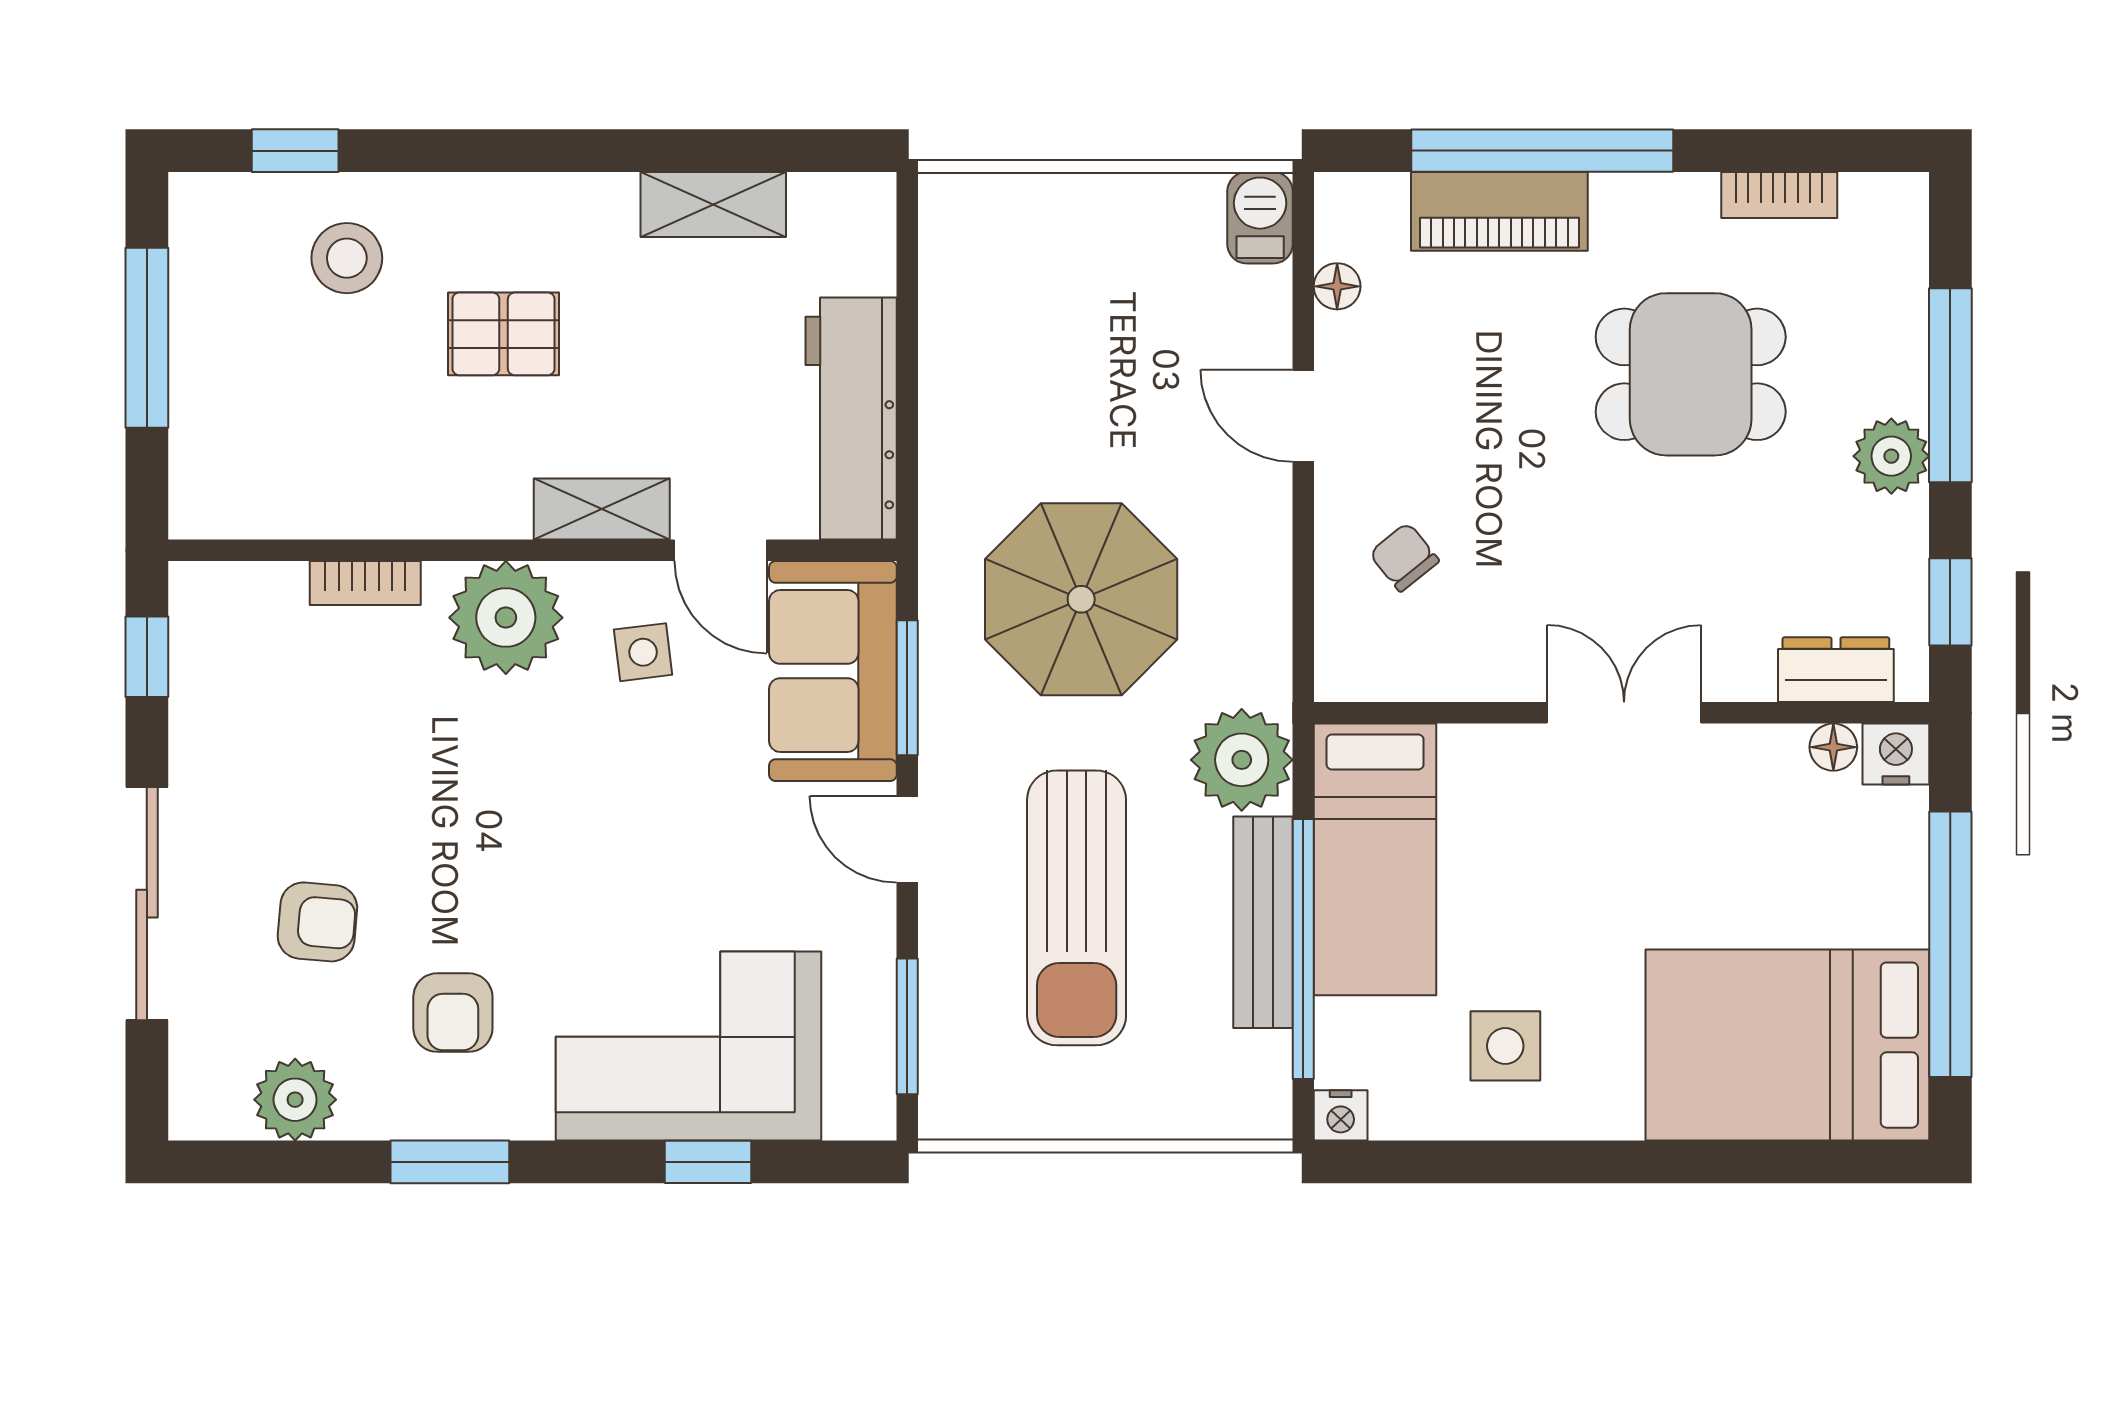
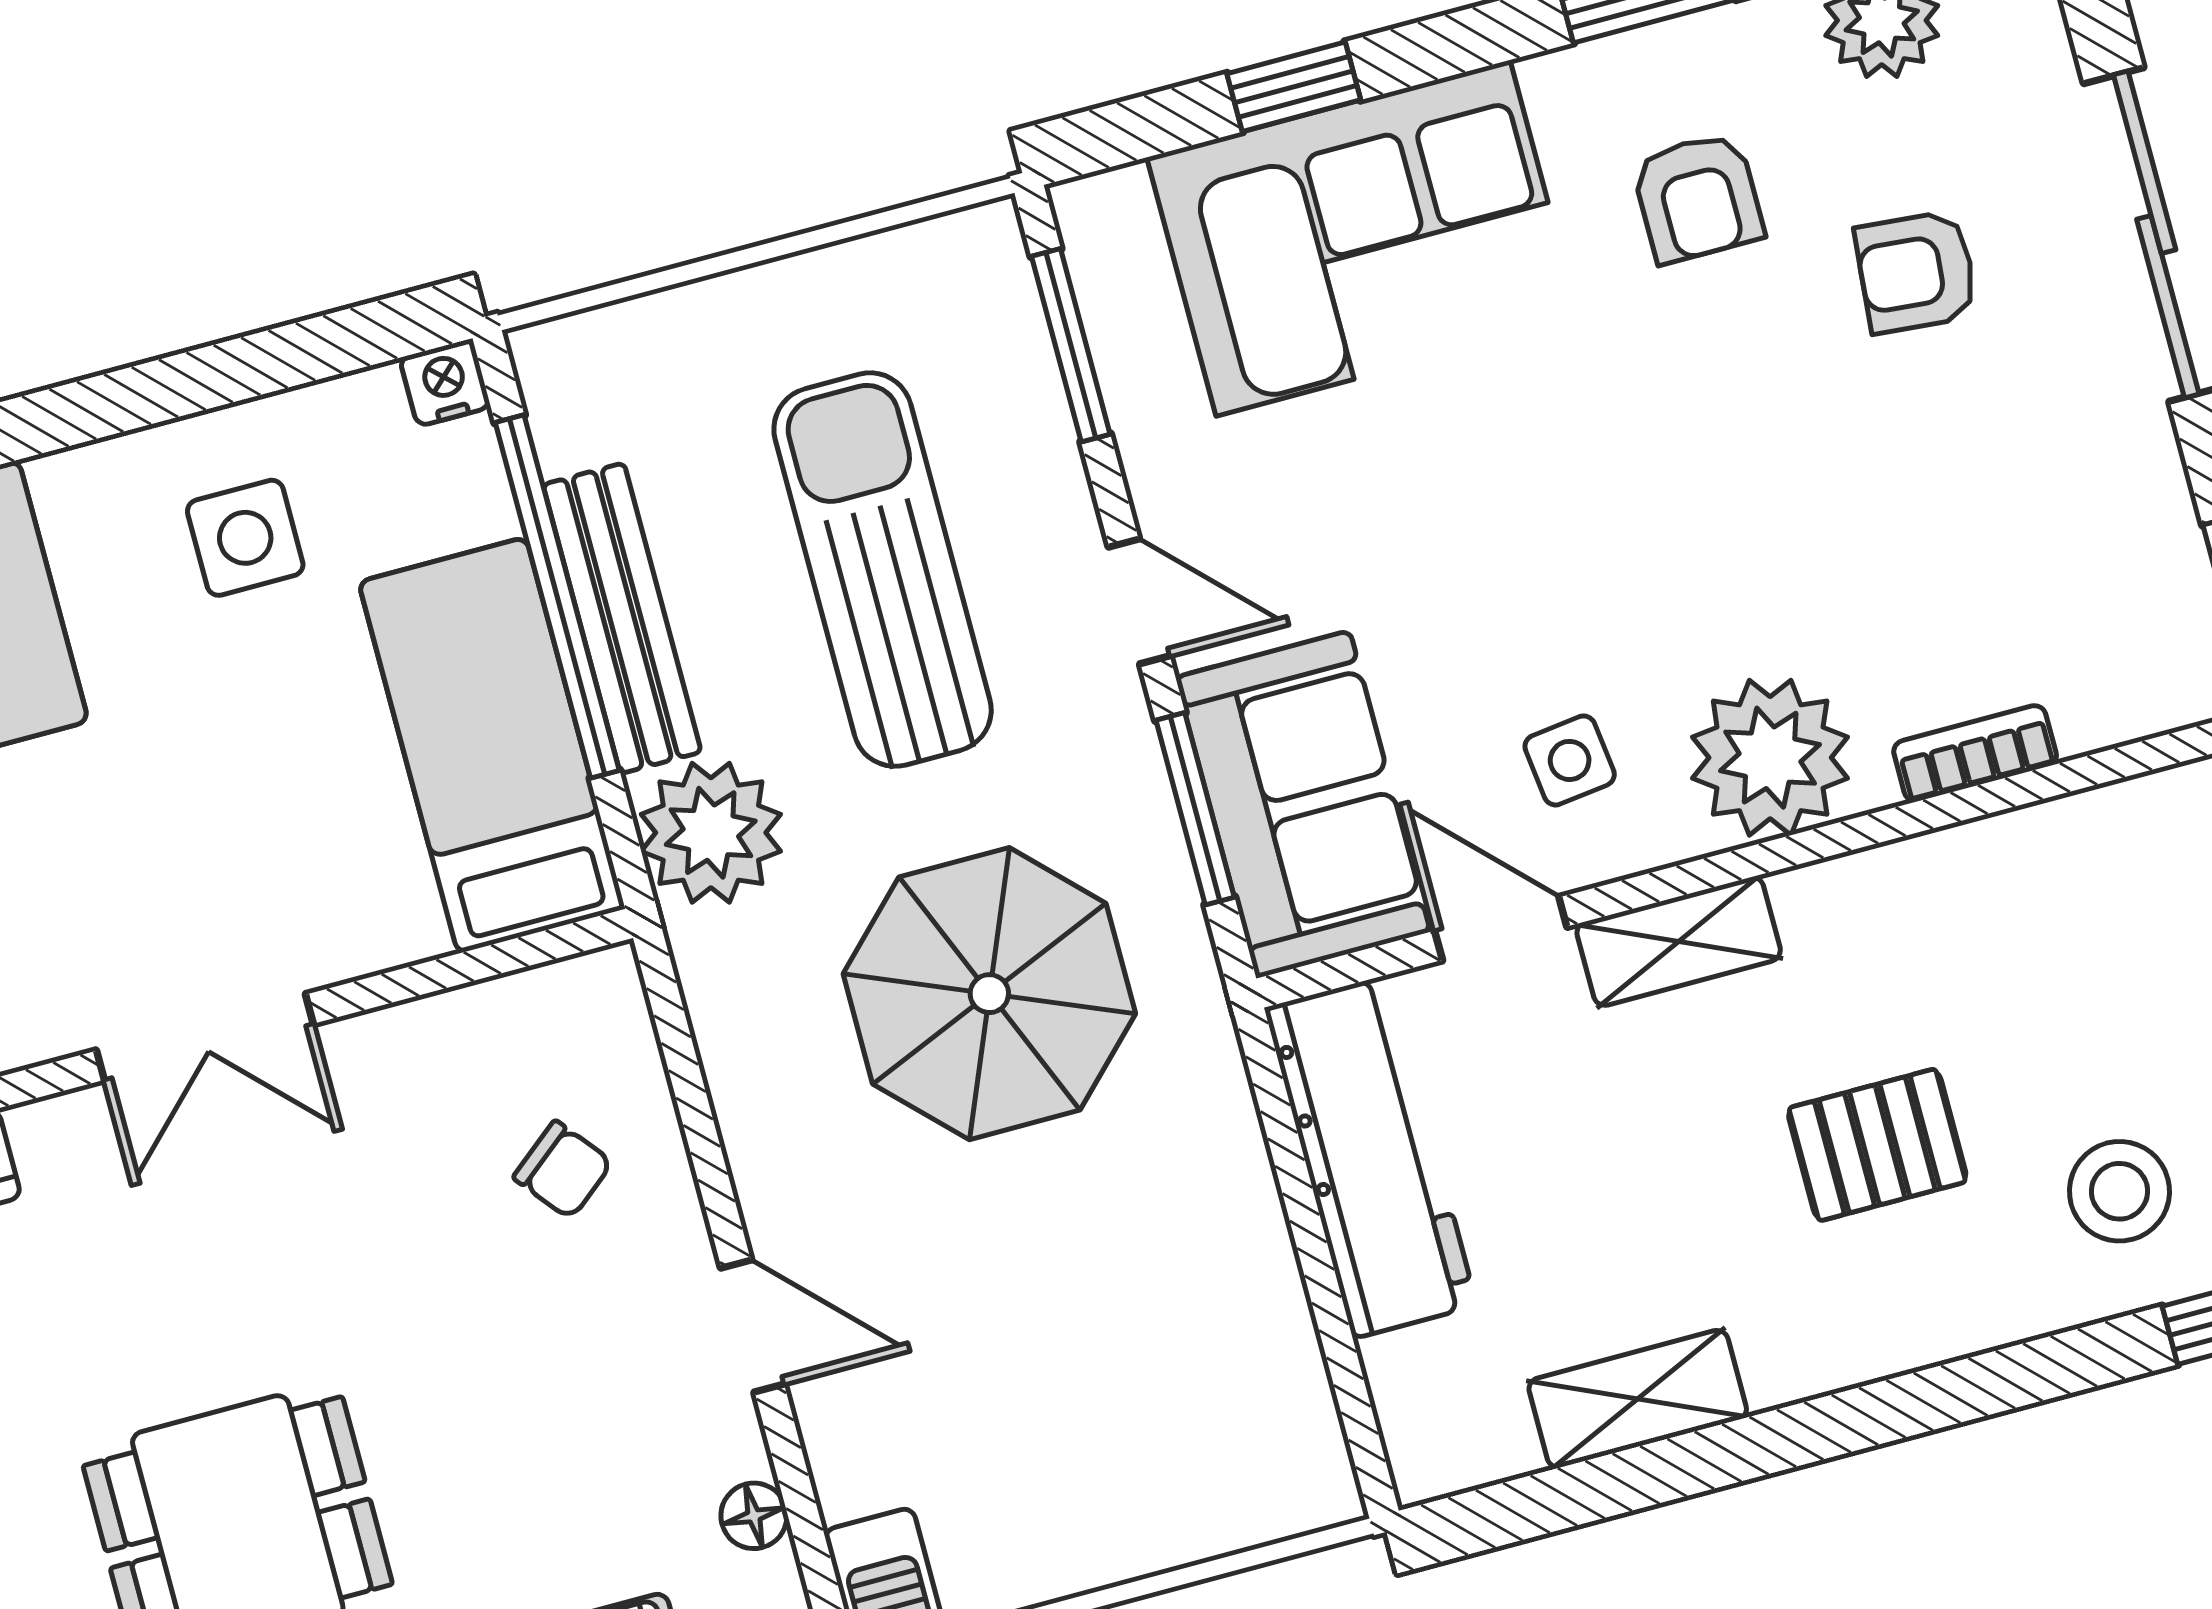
armchair: (453, 1013) -> (1698, 198), turned 180

